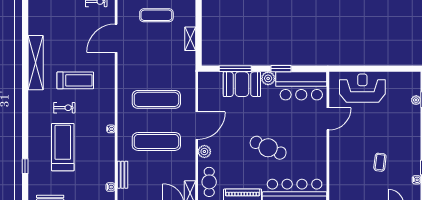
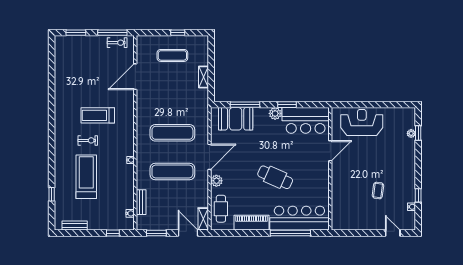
shelving: (36, 63) -> (61, 99), removed
treadmill: (75, 80) -> (98, 115), turned 180
booth: (242, 84) -> (236, 119), moved

